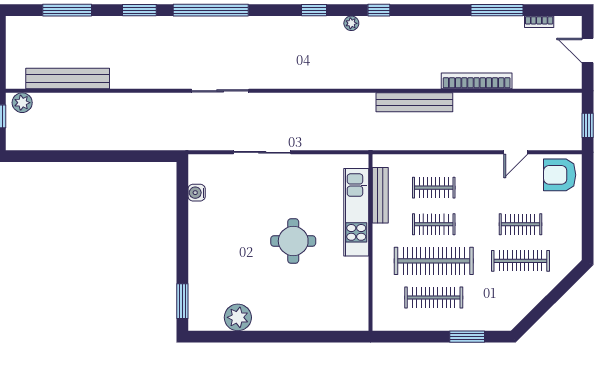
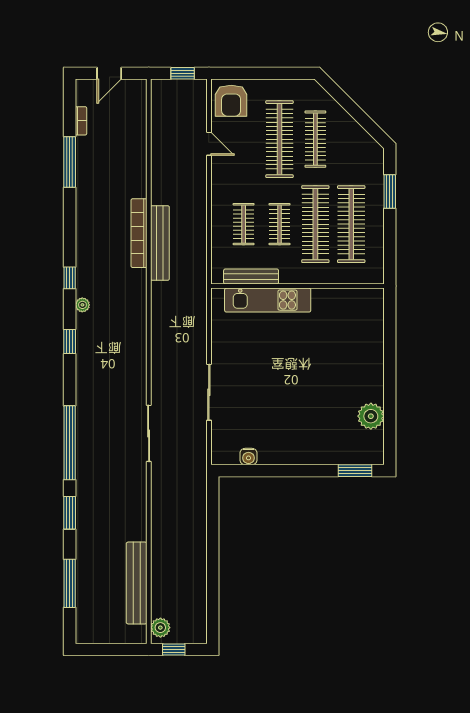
bookcase: (477, 81) -> (139, 233), moved
clothes rail: (520, 224) -> (279, 139), width x1.86, depth x1.31
round table: (293, 241) -> (296, 362), removed
clothes rail: (434, 297) -> (351, 224), width x1.37, depth x1.31

